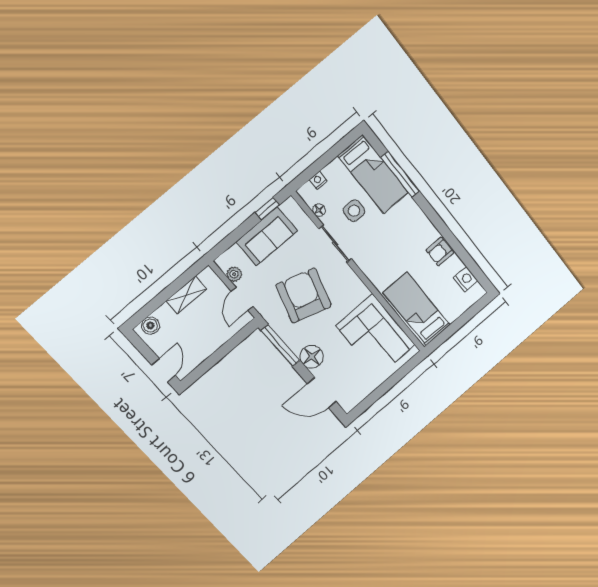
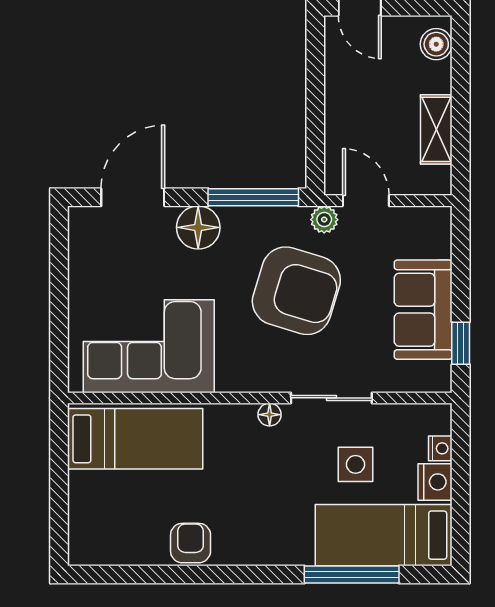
floor lamp: (319, 210) -> (270, 415), moved
plant: (234, 274) -> (324, 220), moved
nightstand: (466, 279) -> (435, 482), moved, turned -90

